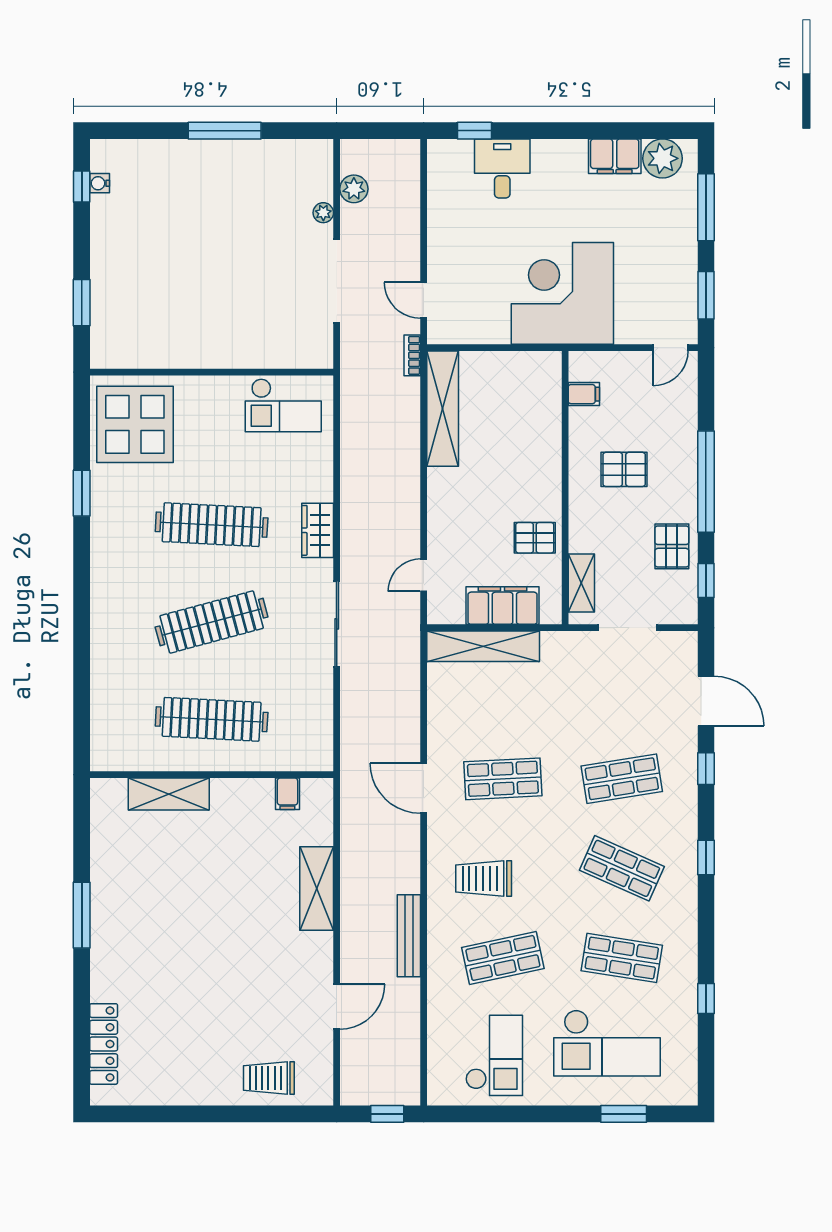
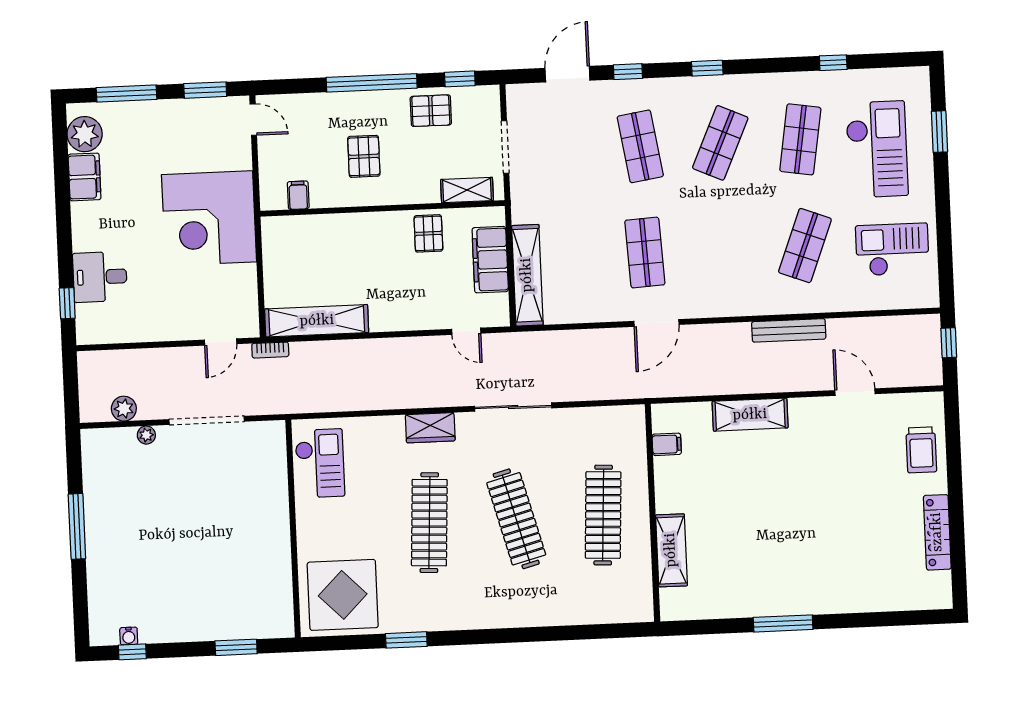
trolley: (484, 879) -> (735, 266), removed
shop shelf: (503, 958) -> (805, 246), turned 33
locker: (104, 1044) -> (937, 532), moved, turned -90

